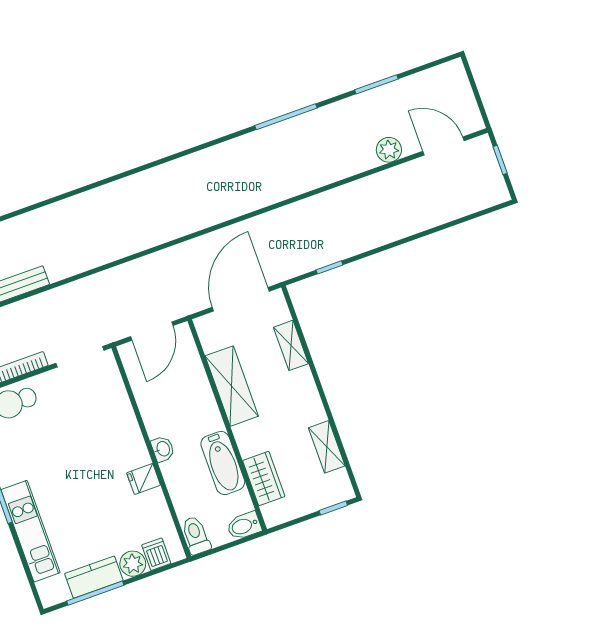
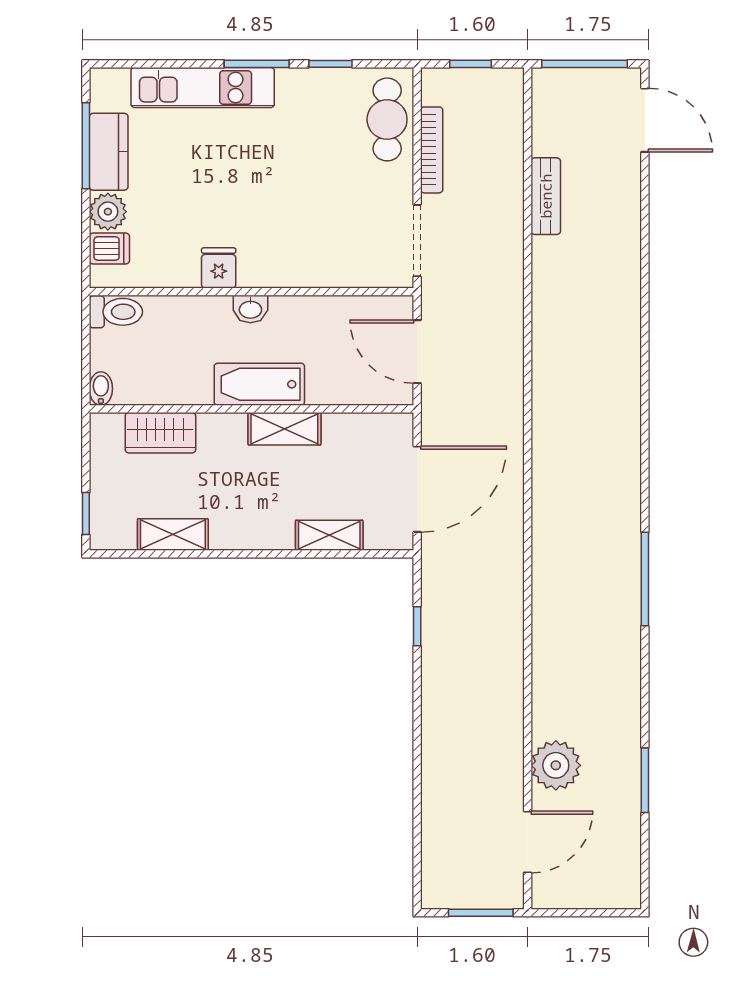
window: (286, 117) -> (645, 579), moved
plant: (389, 150) -> (556, 765), width x1.36, depth x1.36
window: (500, 160) -> (481, 913), width x1.50
door: (241, 299) -> (417, 489), hinge flipped
shelving: (232, 386) -> (284, 429), width x0.67, depth x0.75
bathtub: (223, 463) -> (259, 384), moved
bidet: (244, 526) -> (101, 389), width x0.72, depth x0.74

